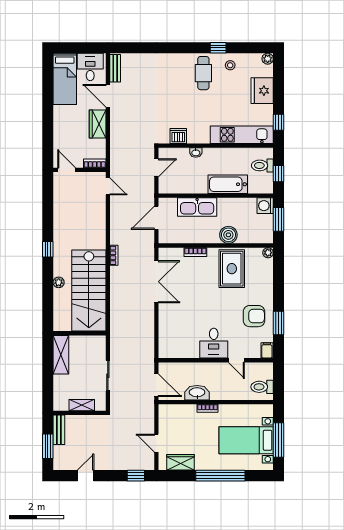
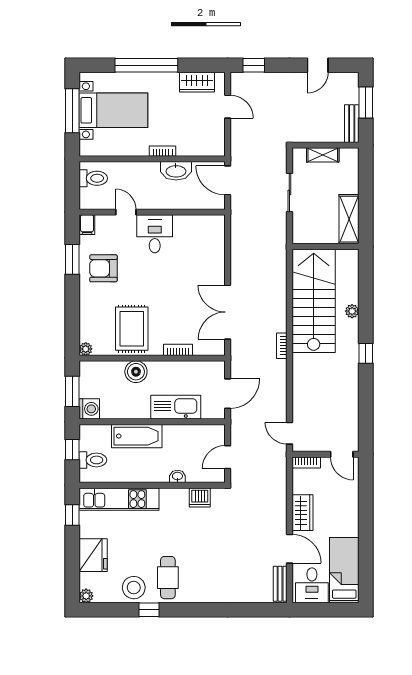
stool: (230, 65) -> (134, 588), width x1.89, depth x1.89

